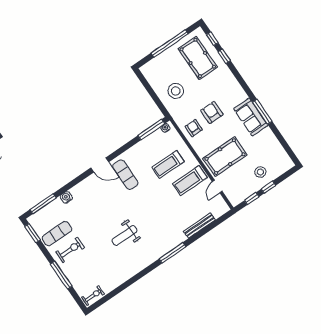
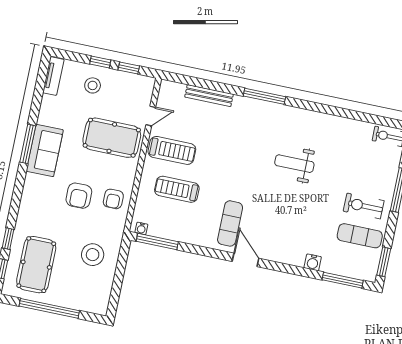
tv unit: (284, 157) -> (53, 76), added
treadmill: (168, 164) -> (177, 189), turned 180
weight bench: (124, 236) -> (294, 164), turned 180

